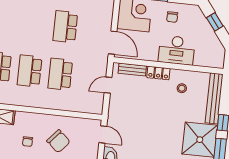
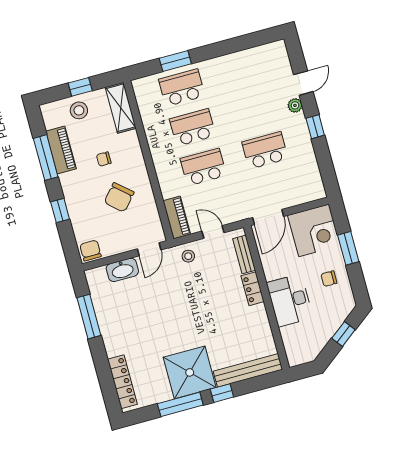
stool: (182, 88) -> (188, 256), moved
piano: (88, 106) -> (177, 218), added

